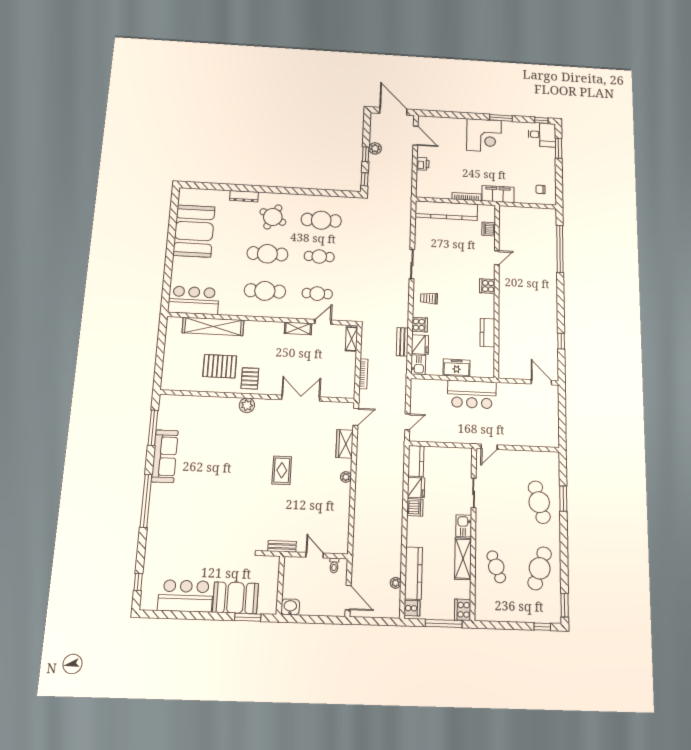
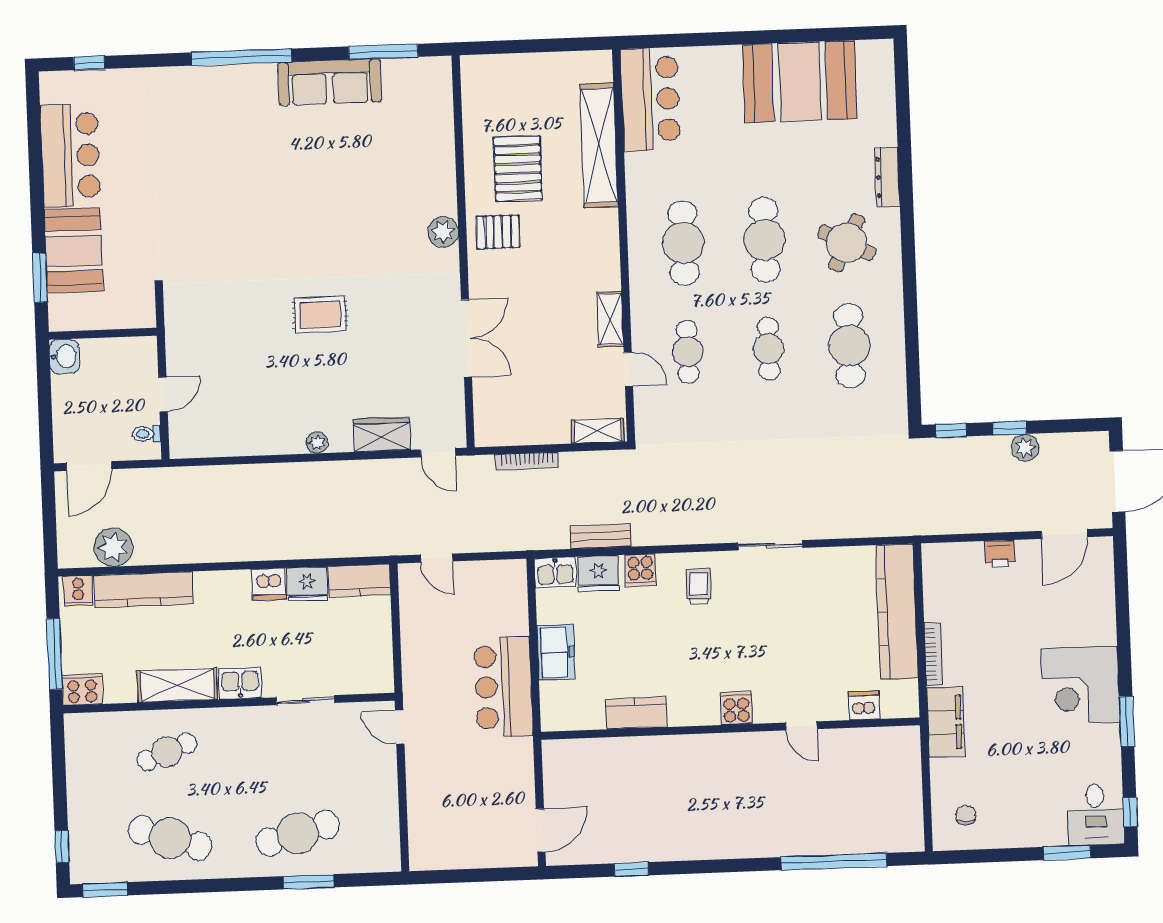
bench: (282, 546) -> (175, 330), removed
plant: (396, 583) -> (113, 547), width x1.88, depth x1.88

